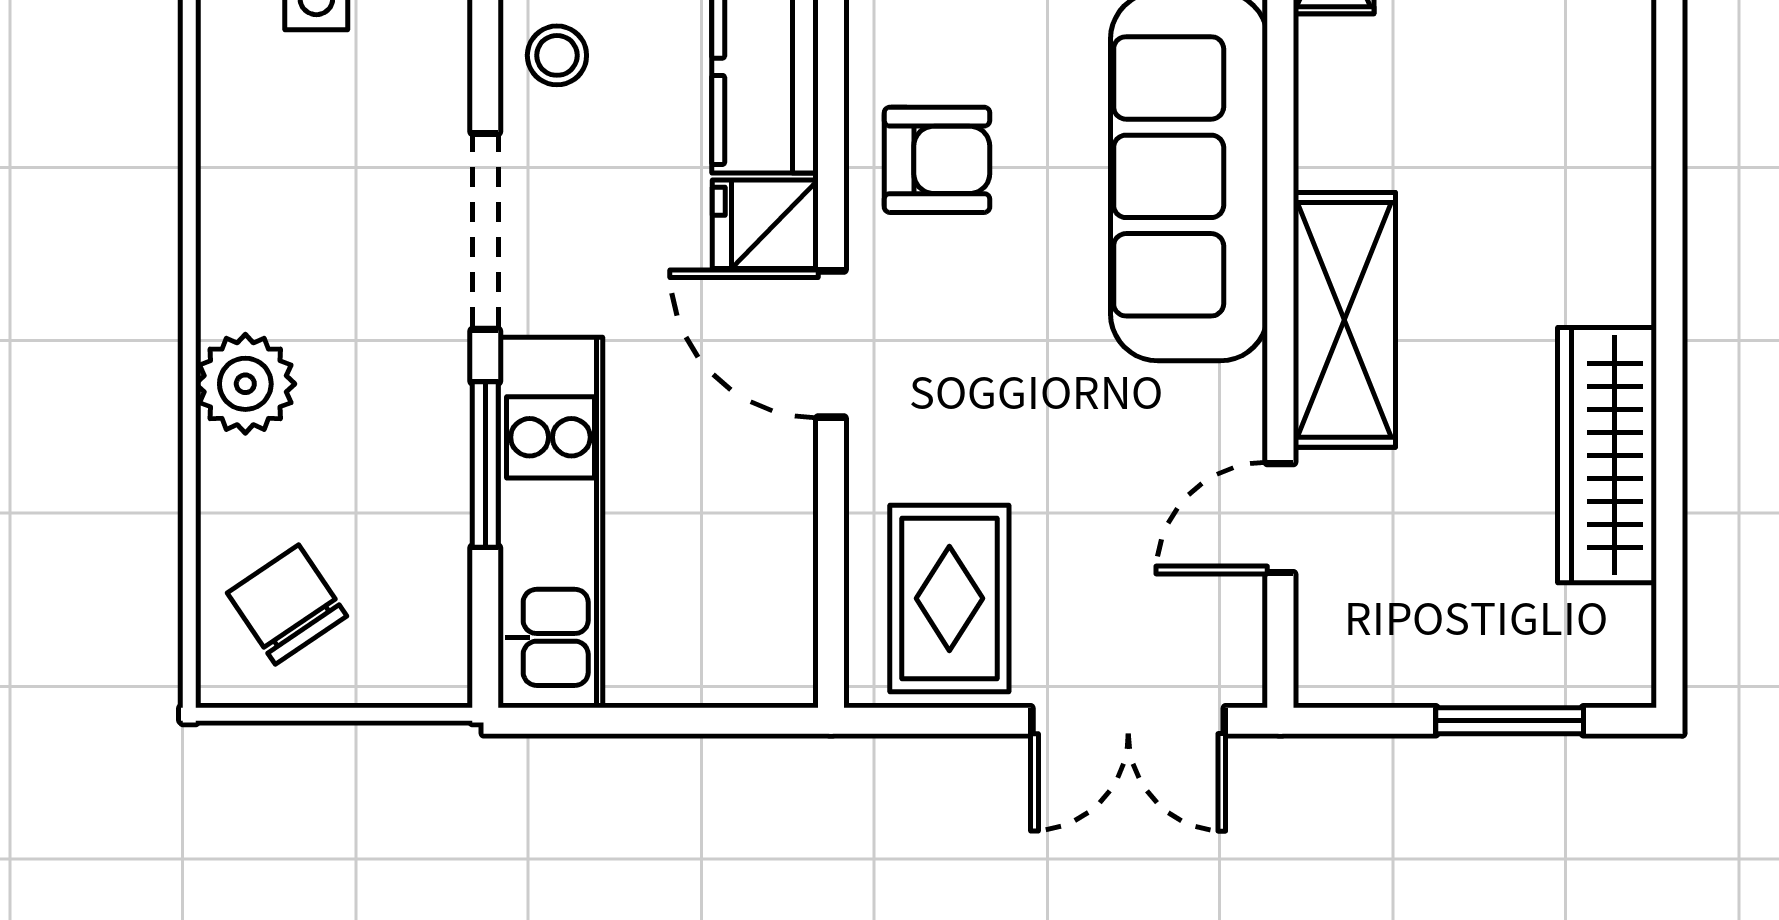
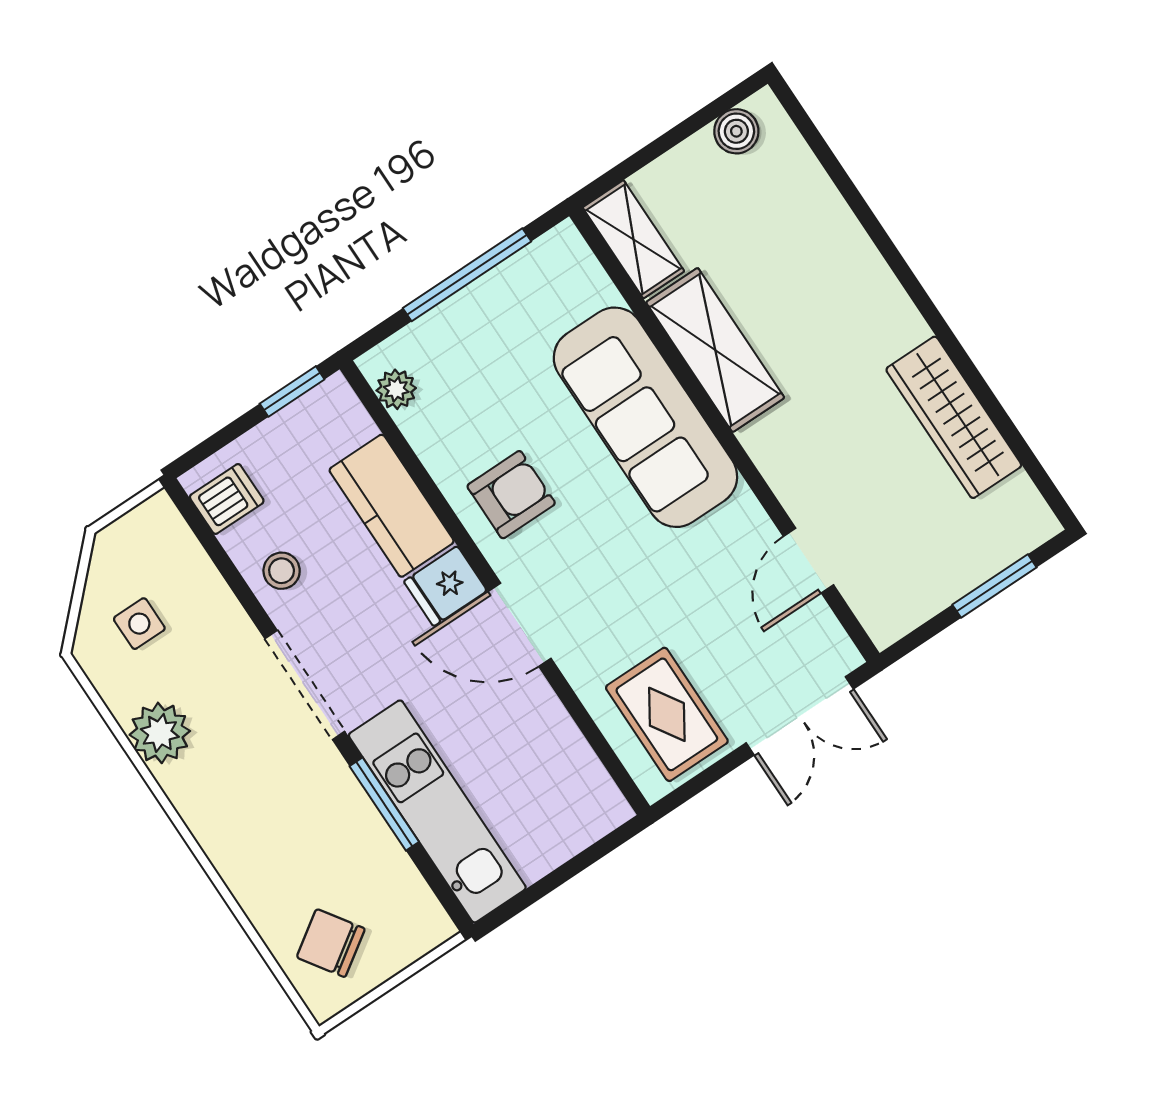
shelving: (1344, 320) -> (715, 350), moved
plant: (245, 384) -> (160, 733), moved

